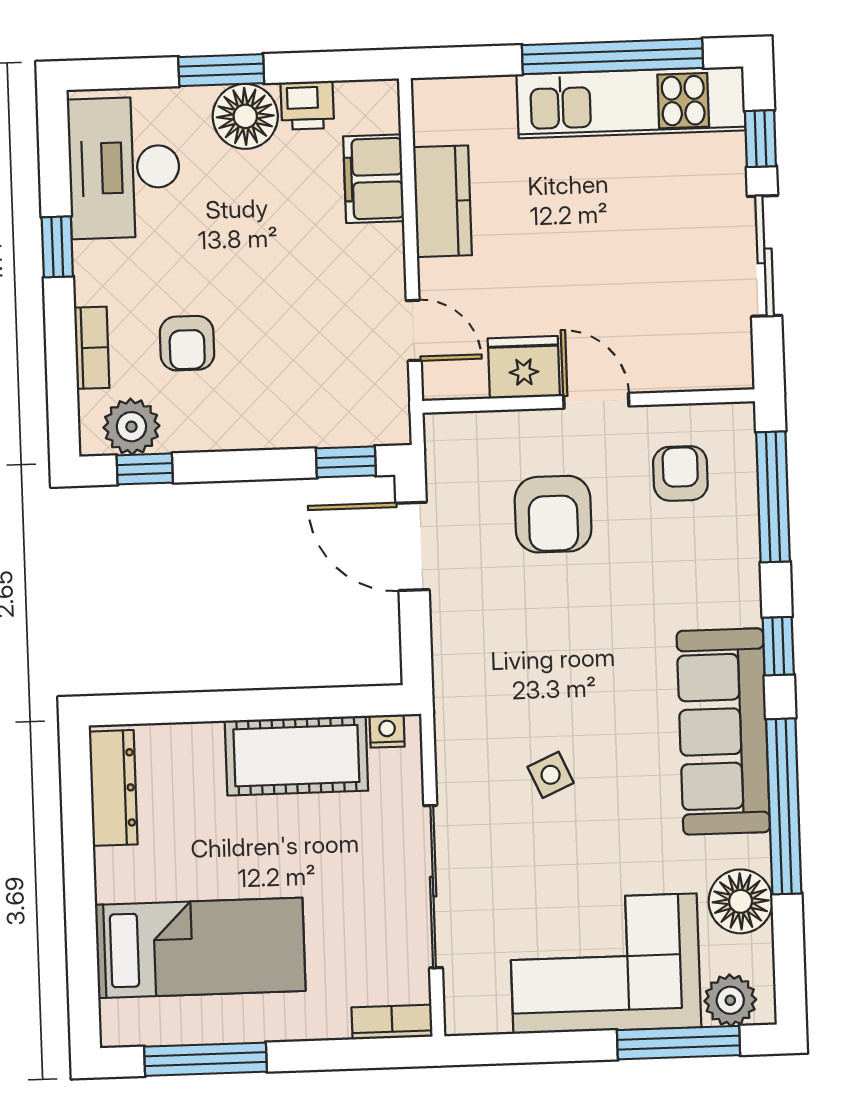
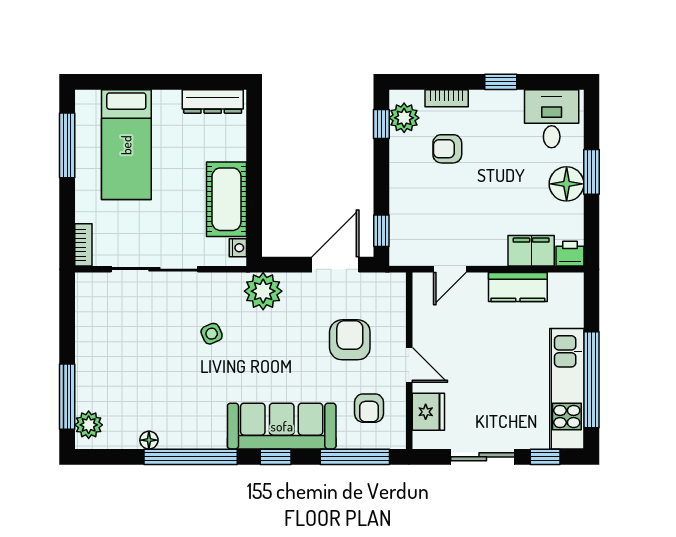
printer: (307, 105) -> (570, 254), moved, turned 90
desk: (124, 168) -> (552, 119), width x0.73
fridge: (524, 367) -> (428, 412), moved
door: (596, 401) -> (409, 365), hinge flipped
armchair: (680, 473) -> (369, 408), turned 90
armchair: (553, 514) -> (350, 340), turned 90
plant: (467, 681) -> (263, 291), added
sofa: (723, 732) -> (282, 426), moved
floor lamp: (741, 901) -> (149, 440), width x0.53, depth x0.53
corner sofa: (605, 964) -> (110, 359), removed

